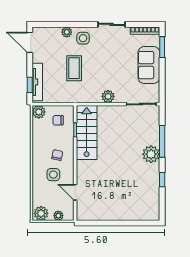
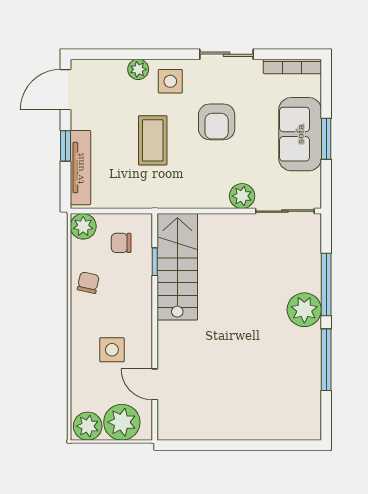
door: (30, 42) -> (65, 90), hinge flipped
window: (162, 47) -> (326, 139), moved
armchair: (107, 59) -> (217, 122), added
window: (30, 85) -> (65, 146), moved
plant: (108, 96) -> (242, 196), moved
chair: (57, 155) -> (88, 283), moved
window: (162, 180) -> (326, 360), width x2.17
plant: (58, 216) -> (122, 422), width x1.88, depth x1.88

